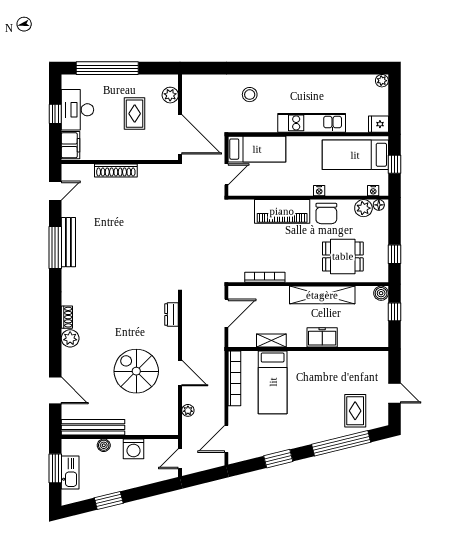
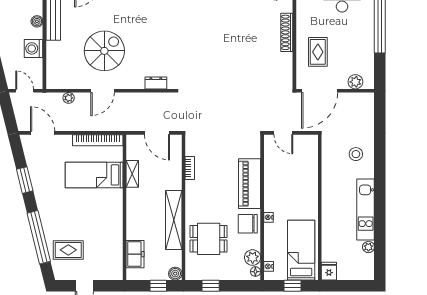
plant: (382, 81) -> (368, 247), moved
rug: (135, 114) -> (318, 52), moved, turned 90
kitchen unit: (312, 123) -> (366, 209), moved, turned 180
bed: (257, 149) -> (306, 161), removed
dining table: (343, 256) -> (209, 239), turned 90
bookcase: (265, 277) -> (190, 168), width x0.64
freezer: (322, 337) -> (135, 254), moved

